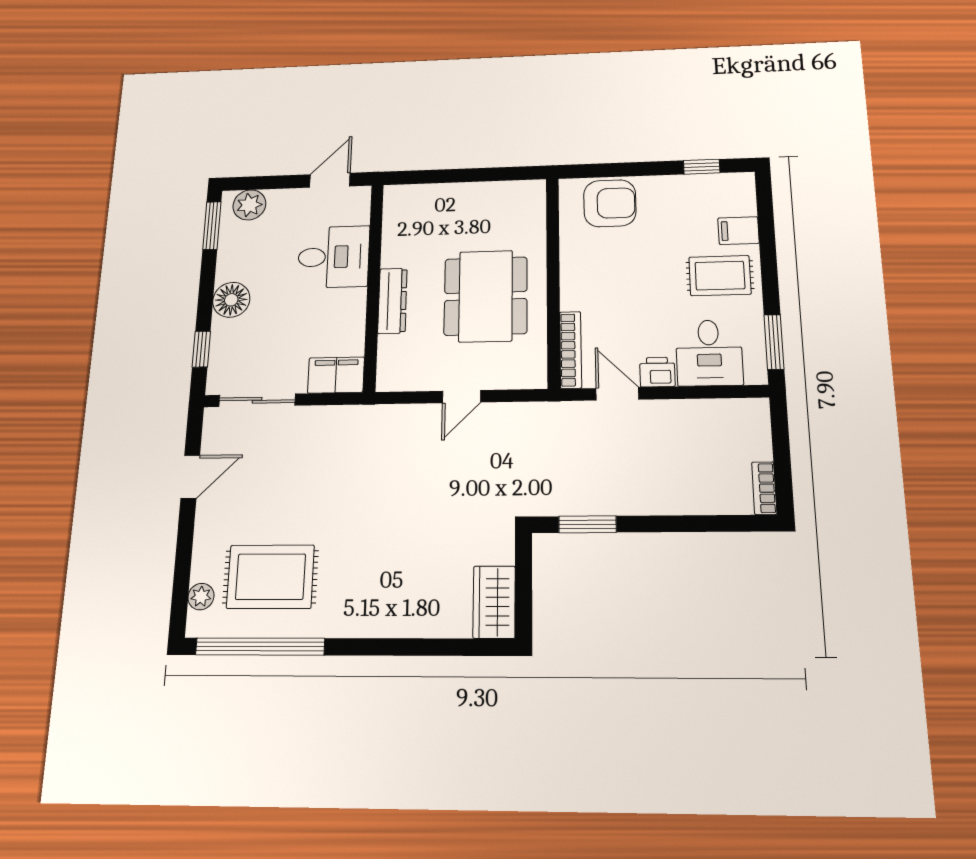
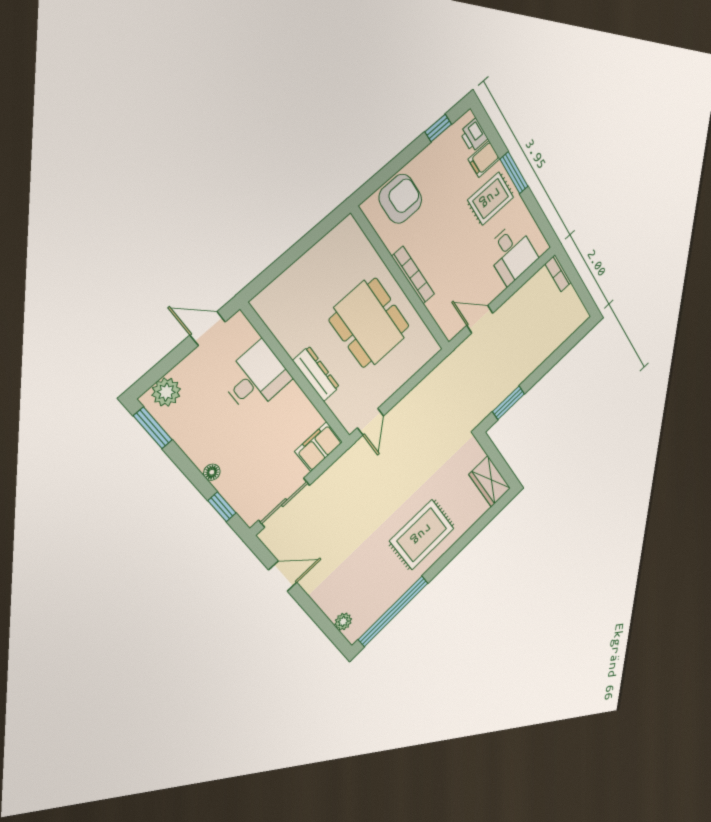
door: (330, 180) -> (208, 329), hinge flipped
floor lamp: (231, 300) -> (212, 472), width x0.53, depth x0.53
window: (774, 342) -> (514, 173), moved
bookcase: (571, 350) -> (413, 275), moved
printer: (657, 372) -> (474, 135), moved, turned -90
door: (462, 397) -> (370, 422), moved
door: (190, 477) -> (283, 576), hinge flipped
bookcase: (764, 488) -> (558, 273), moved
rug: (270, 577) -> (422, 535), moved

